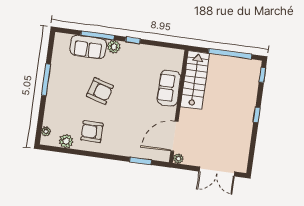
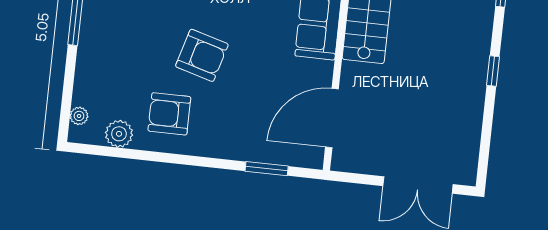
armchair: (100, 91) -> (202, 55), moved
plant: (178, 159) -> (341, 162), removed

